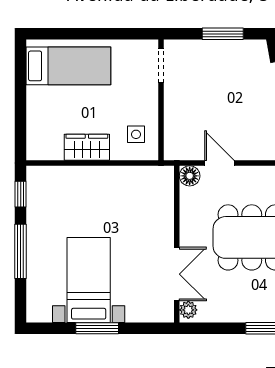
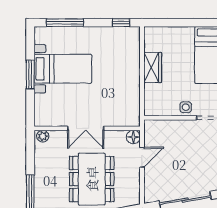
side table: (136, 134) -> (186, 107), moved
window: (21, 251) -> (65, 23), moved
double door: (177, 274) -> (86, 128), moved

